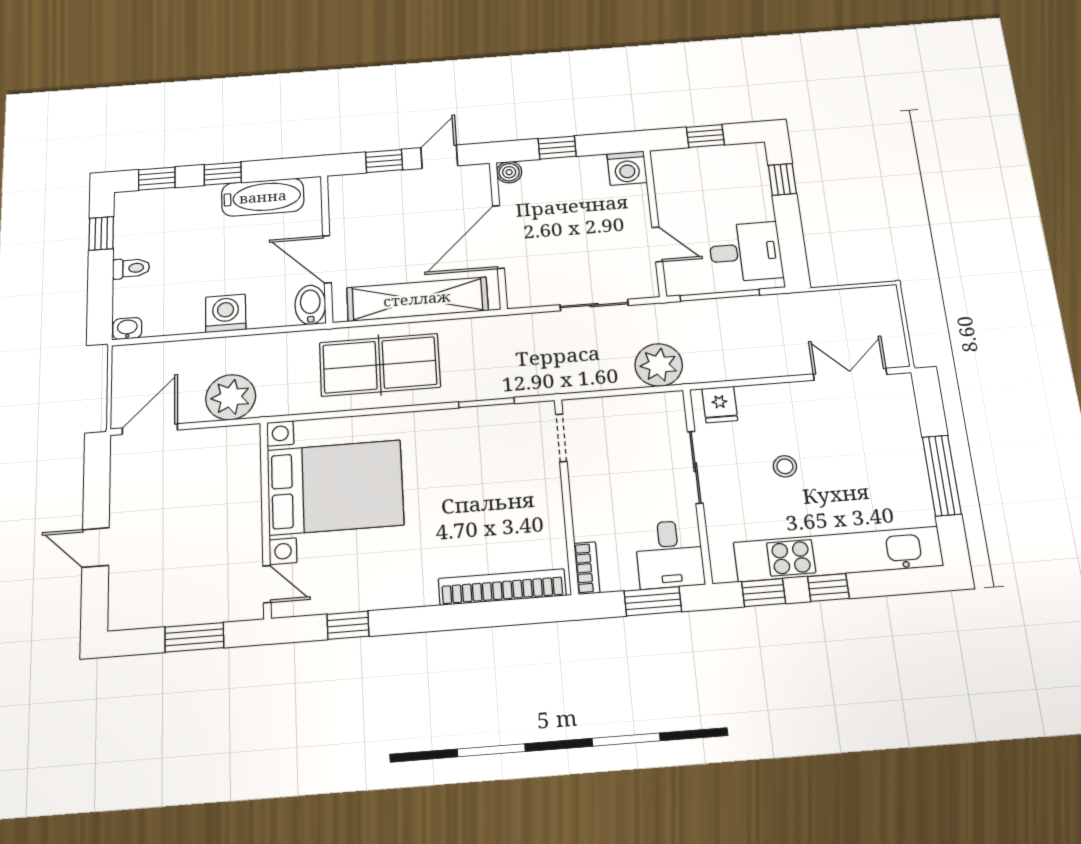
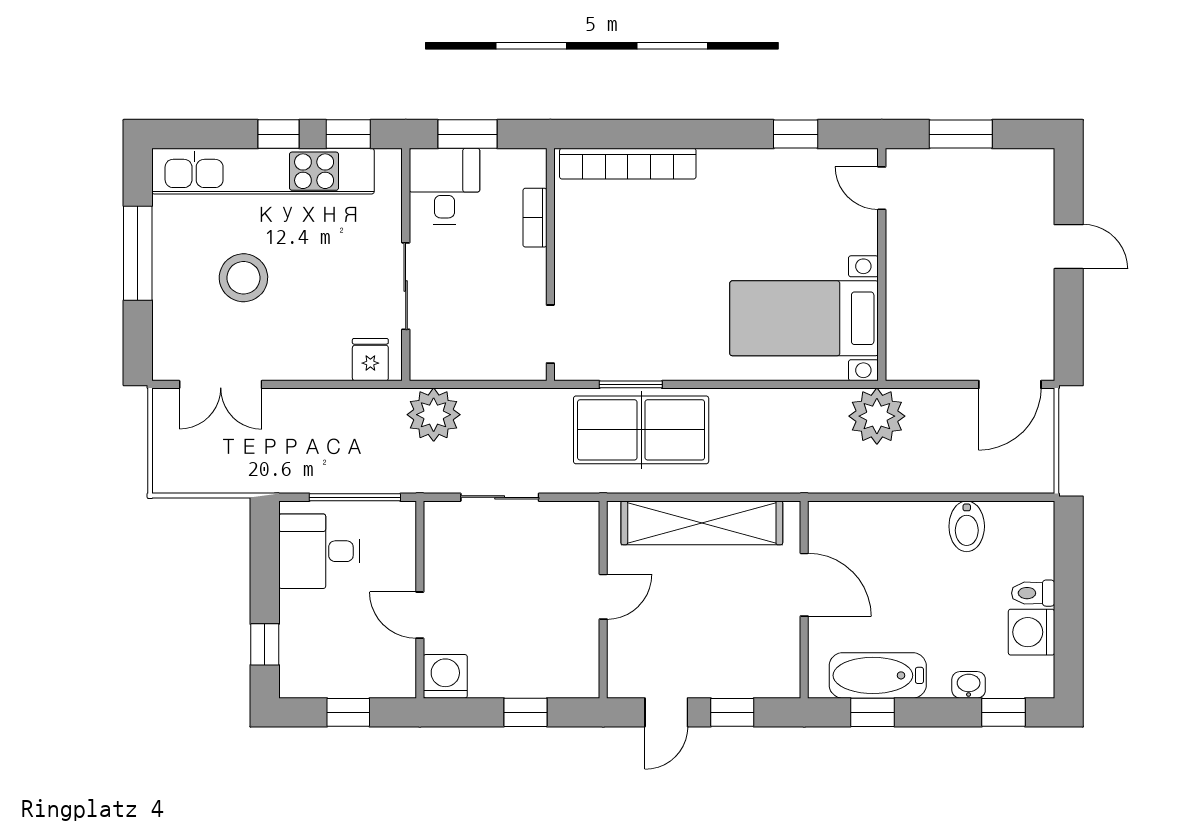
boiler: (509, 172) -> (585, 683), removed
window: (223, 174) -> (873, 712), moved
window: (101, 233) -> (1069, 643), removed
door: (498, 237) -> (603, 597), width x0.53
door: (657, 244) -> (420, 615), moved
bidet: (310, 305) -> (967, 526), moved
washing machine: (226, 313) -> (1031, 632), moved, turned 90
washbasin: (127, 328) -> (969, 685), moved, turned 180
table tennis table: (380, 365) -> (641, 430), moved
plant: (231, 397) -> (877, 416), moved
stool: (785, 466) -> (243, 278), moved, width x1.89, depth x1.89
bed with nightstands: (335, 487) -> (804, 318), width x0.73
bookcase: (587, 568) -> (535, 218), moved

